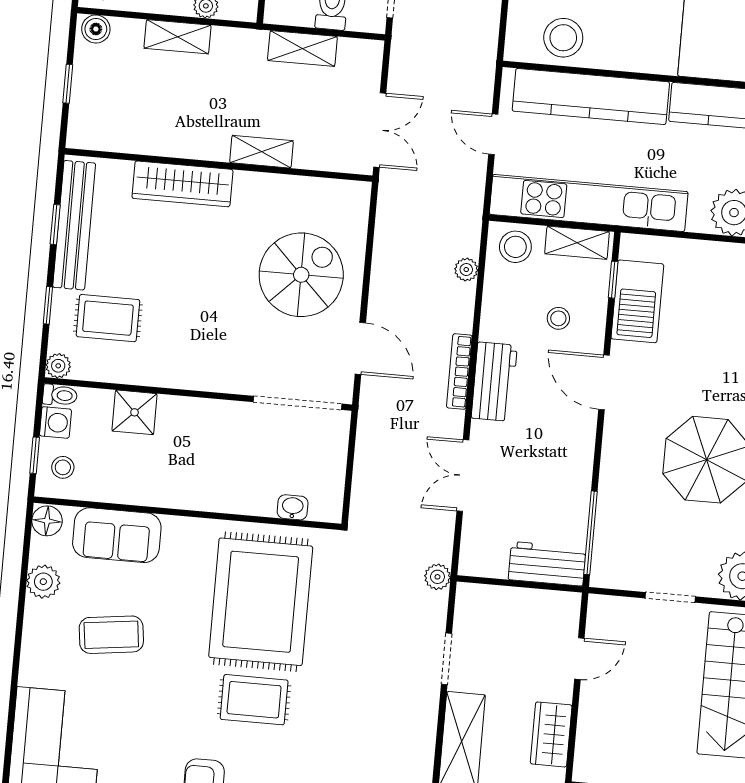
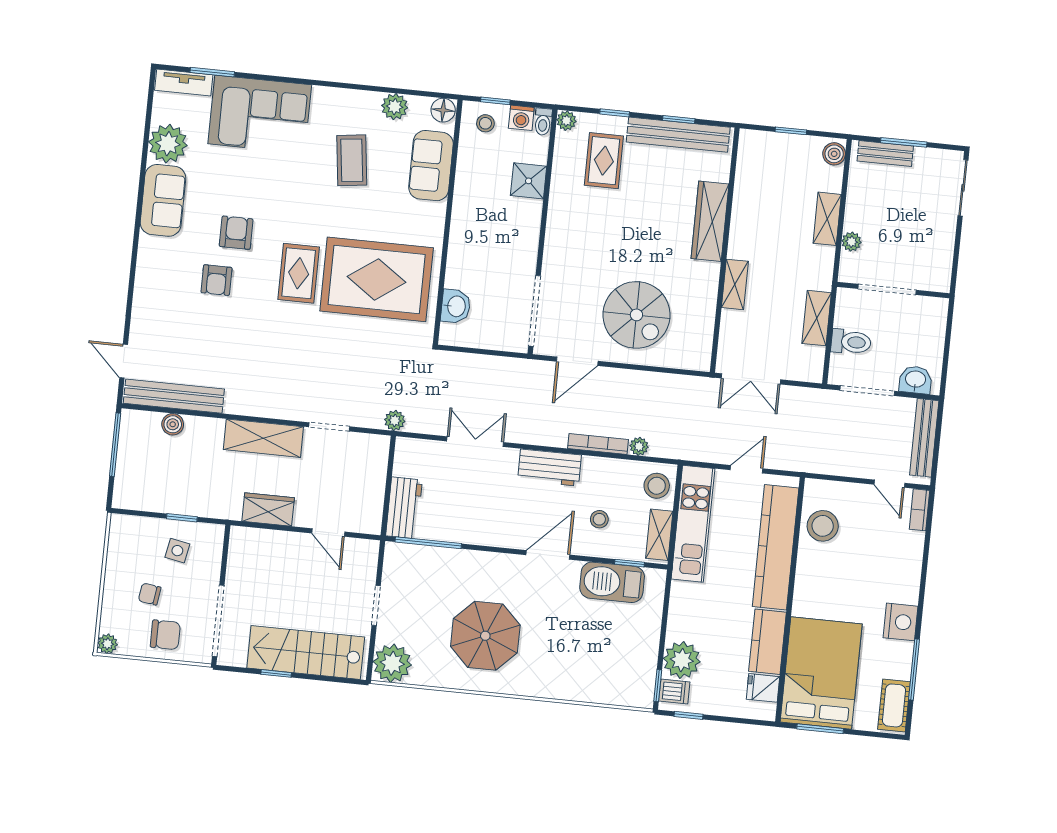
kitchen unit: (589, 203) -> (693, 524), width x0.73
bookcase: (459, 372) -> (598, 444), moved
washbasin: (293, 507) -> (456, 306), width x1.38, depth x1.45

